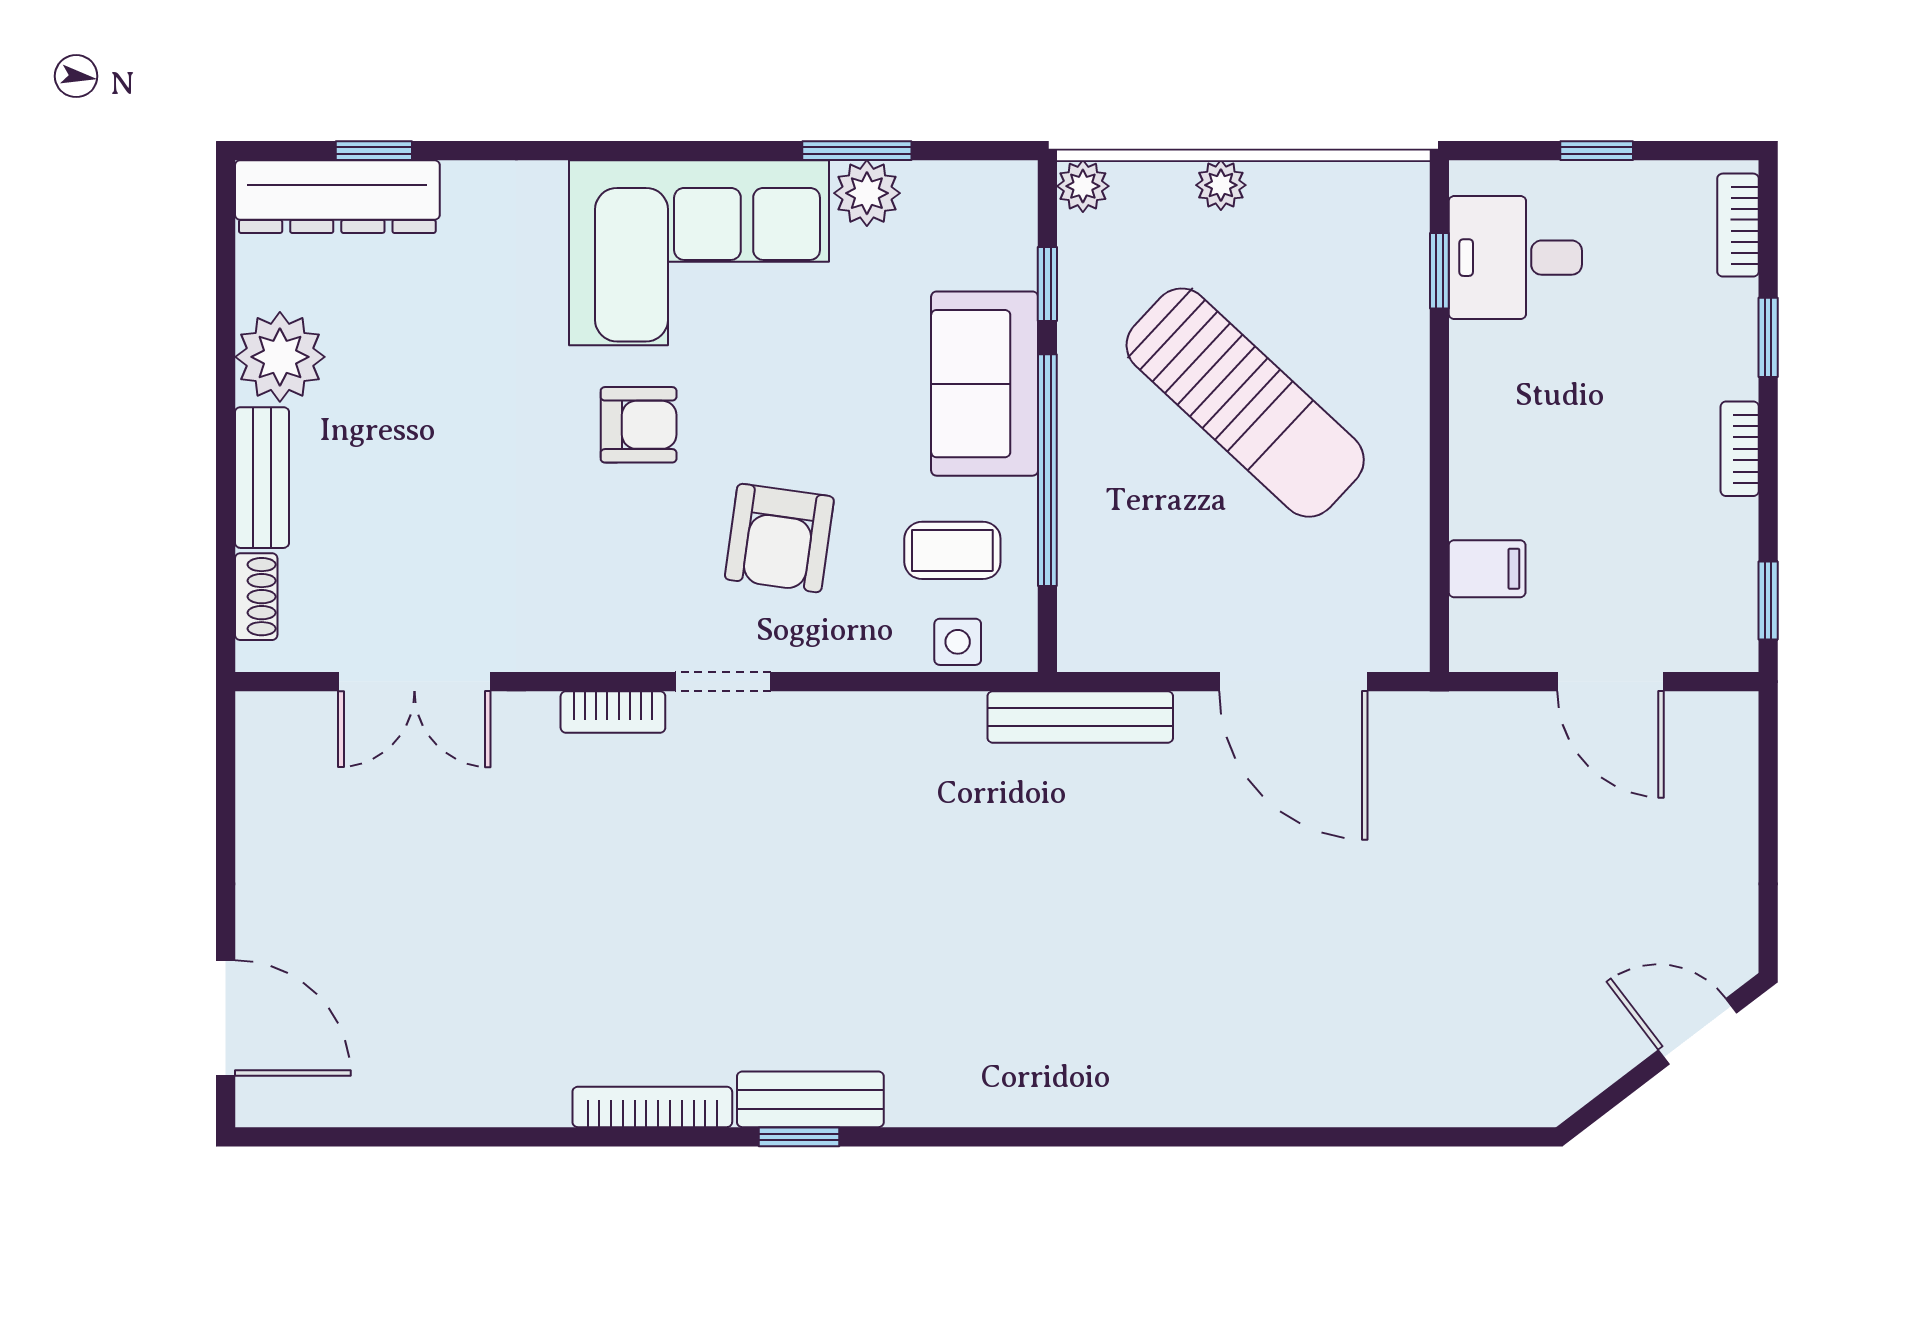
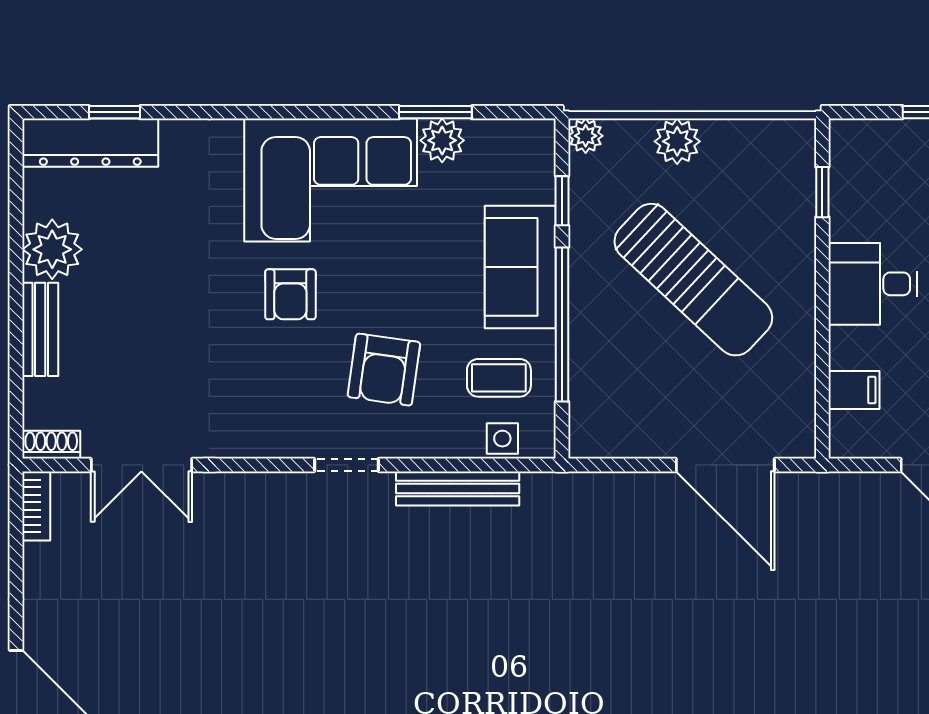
plant: (1221, 185) -> (677, 141), width x1.38, depth x1.38
desk: (1515, 258) -> (873, 284), moved
armchair: (639, 425) -> (290, 294), turned 90
shoe rack: (256, 597) -> (51, 445), moved, turned -90
bookcase: (613, 712) -> (36, 506), moved, turned -90
bench: (1080, 717) -> (458, 489), moved

